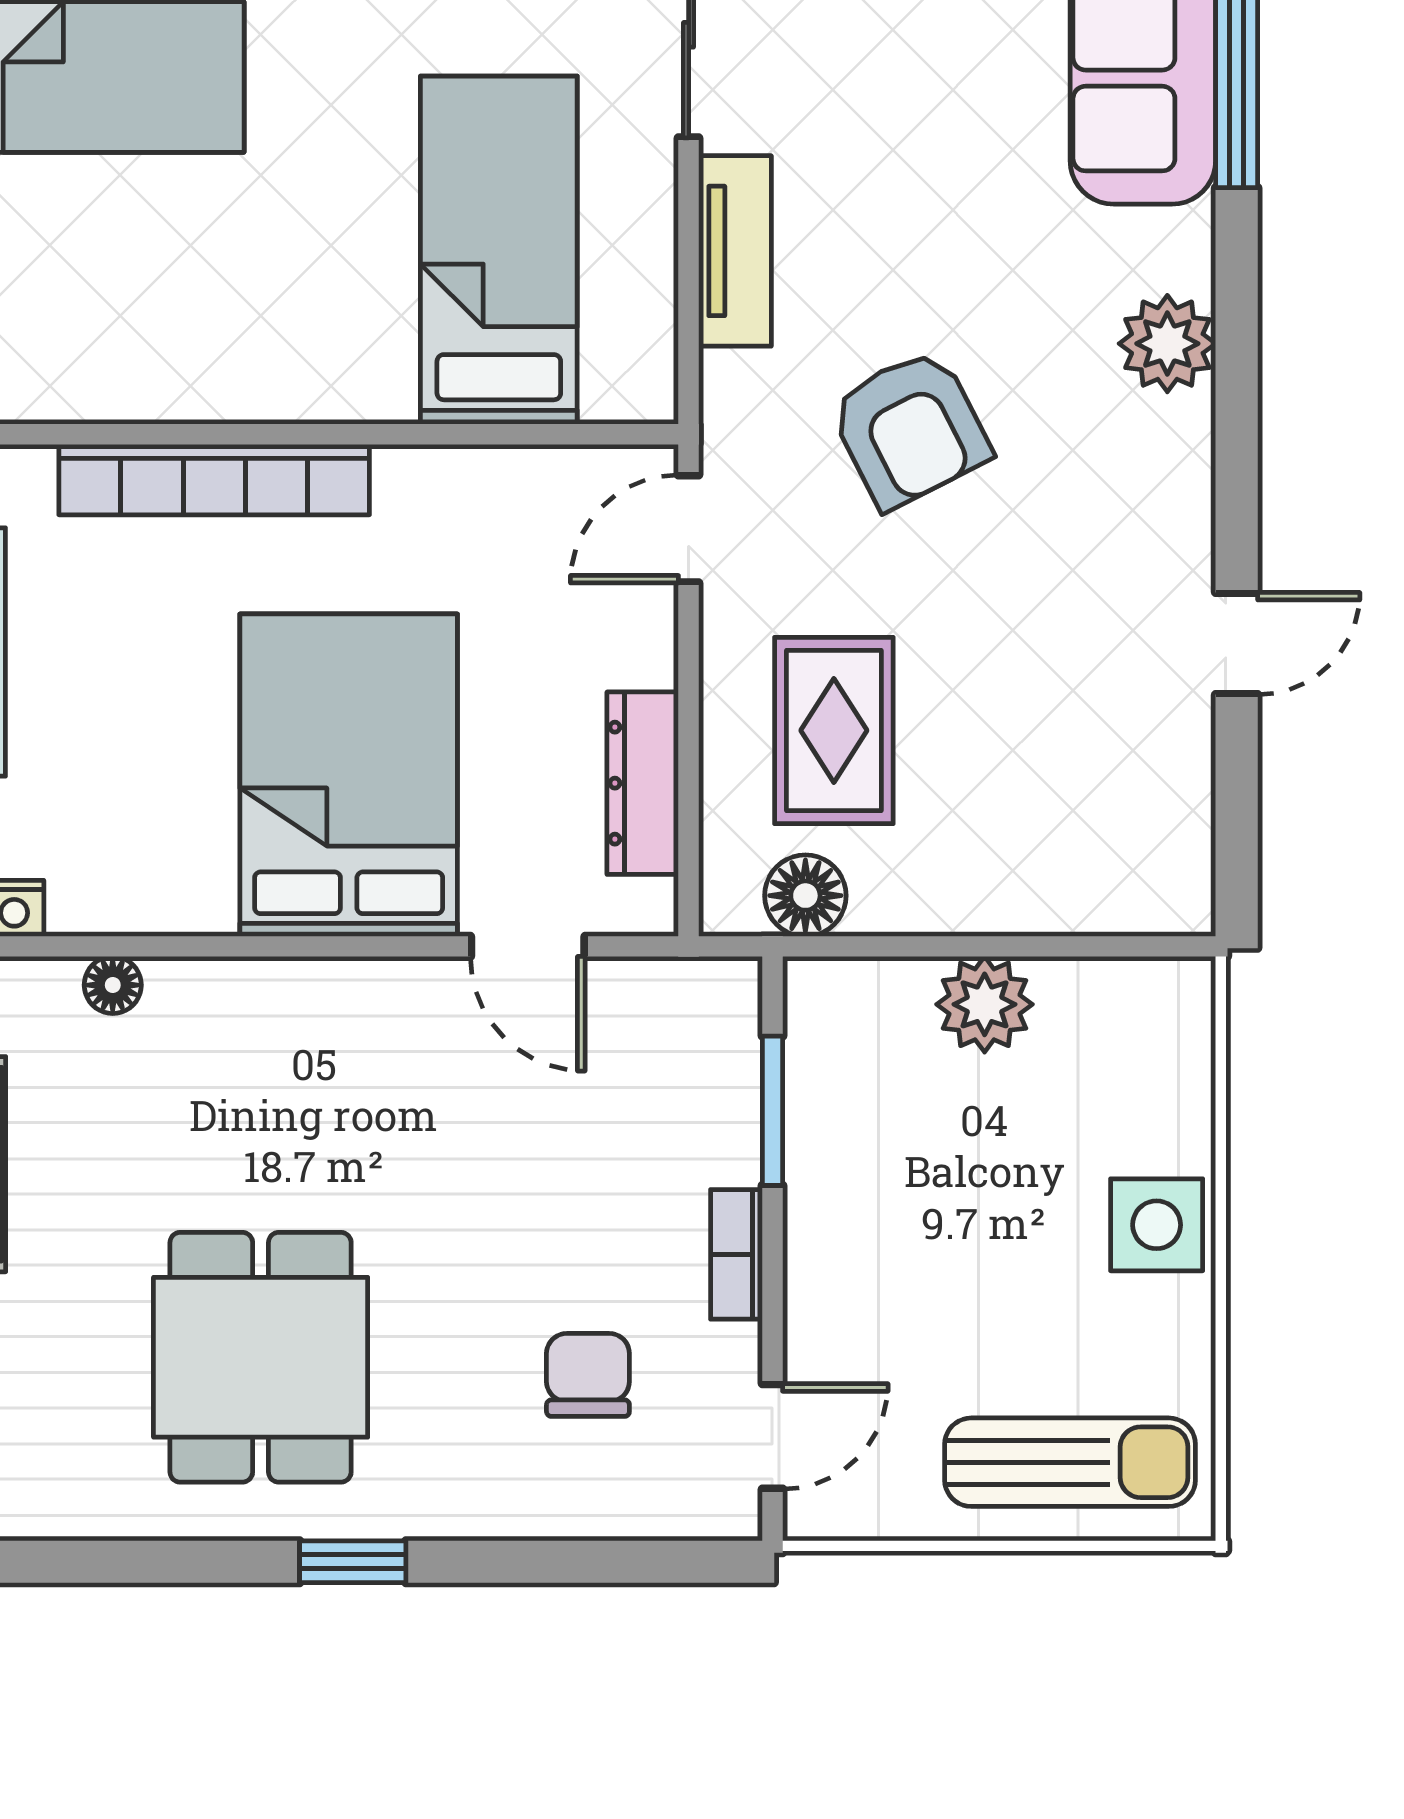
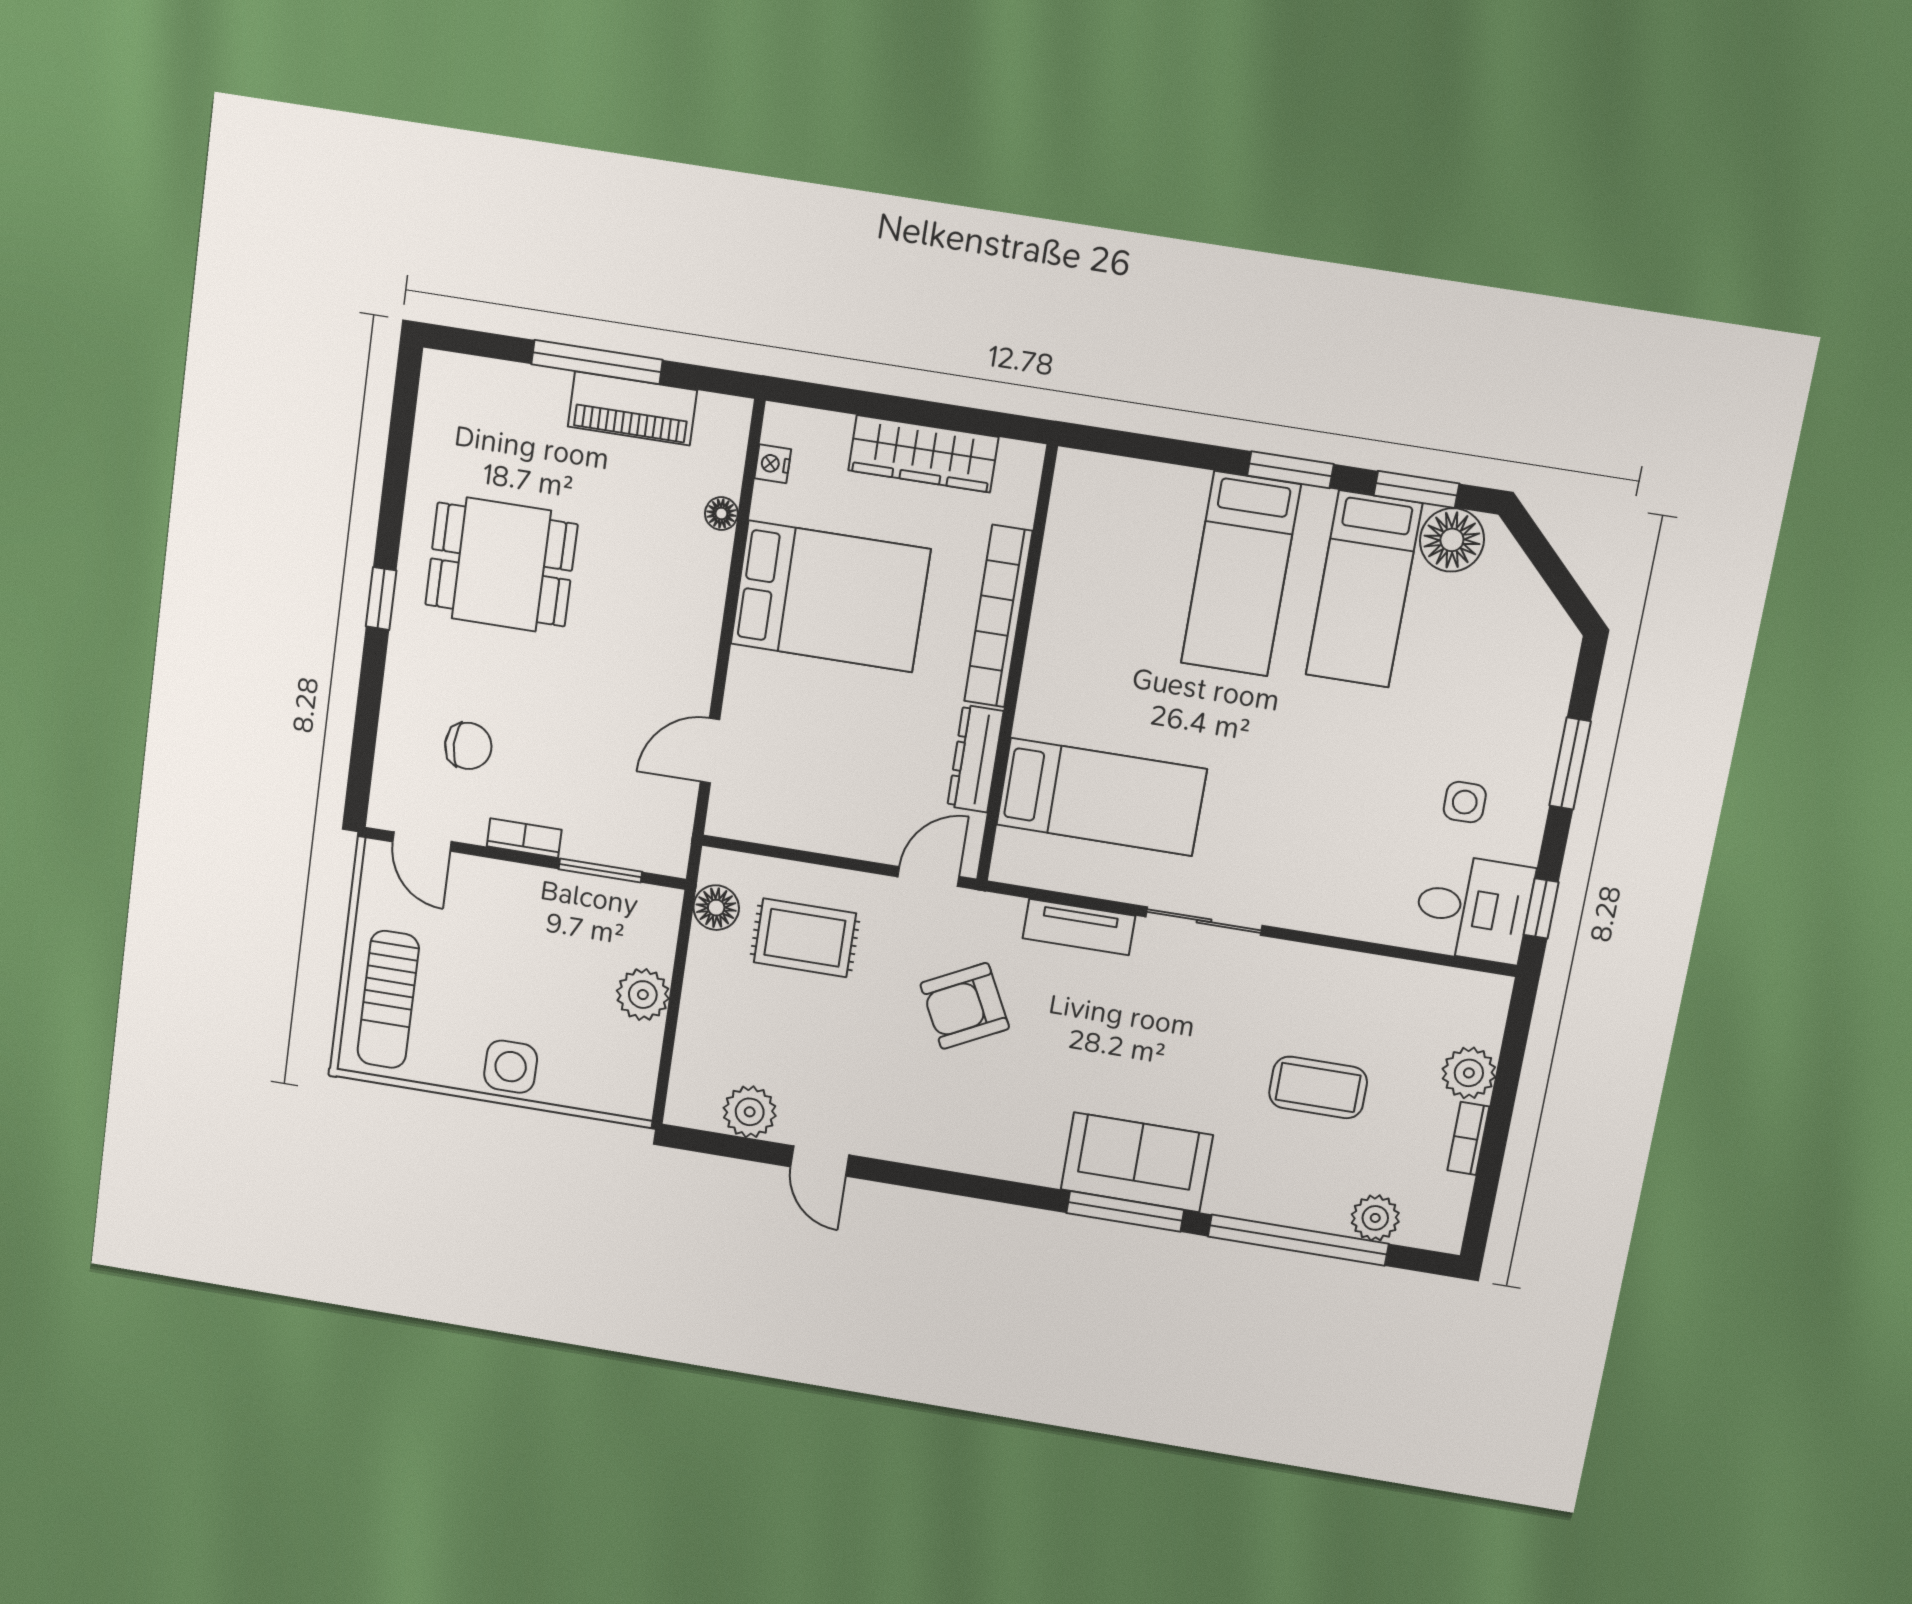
plant: (1167, 344) -> (750, 1112), moved
door: (689, 529) -> (929, 877), hinge flipped
bed: (349, 775) -> (830, 596), moved
dresser: (643, 783) -> (975, 759), moved, turned -90

